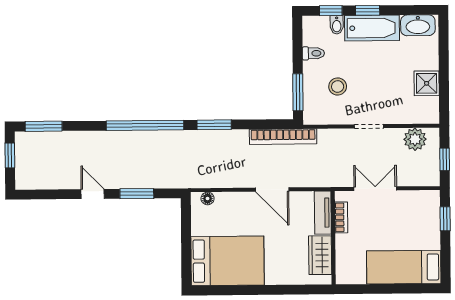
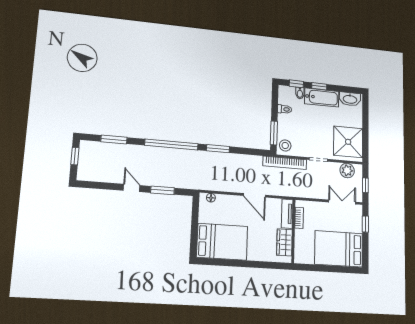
shower: (427, 83) -> (348, 142), width x1.86, depth x1.86
stool: (338, 87) -> (285, 145), moved
window: (44, 126) -> (114, 139), moved
bookcase: (283, 137) -> (285, 163), moved
double door: (375, 189) -> (342, 202), moved
bed: (404, 267) -> (339, 249), width x1.50

